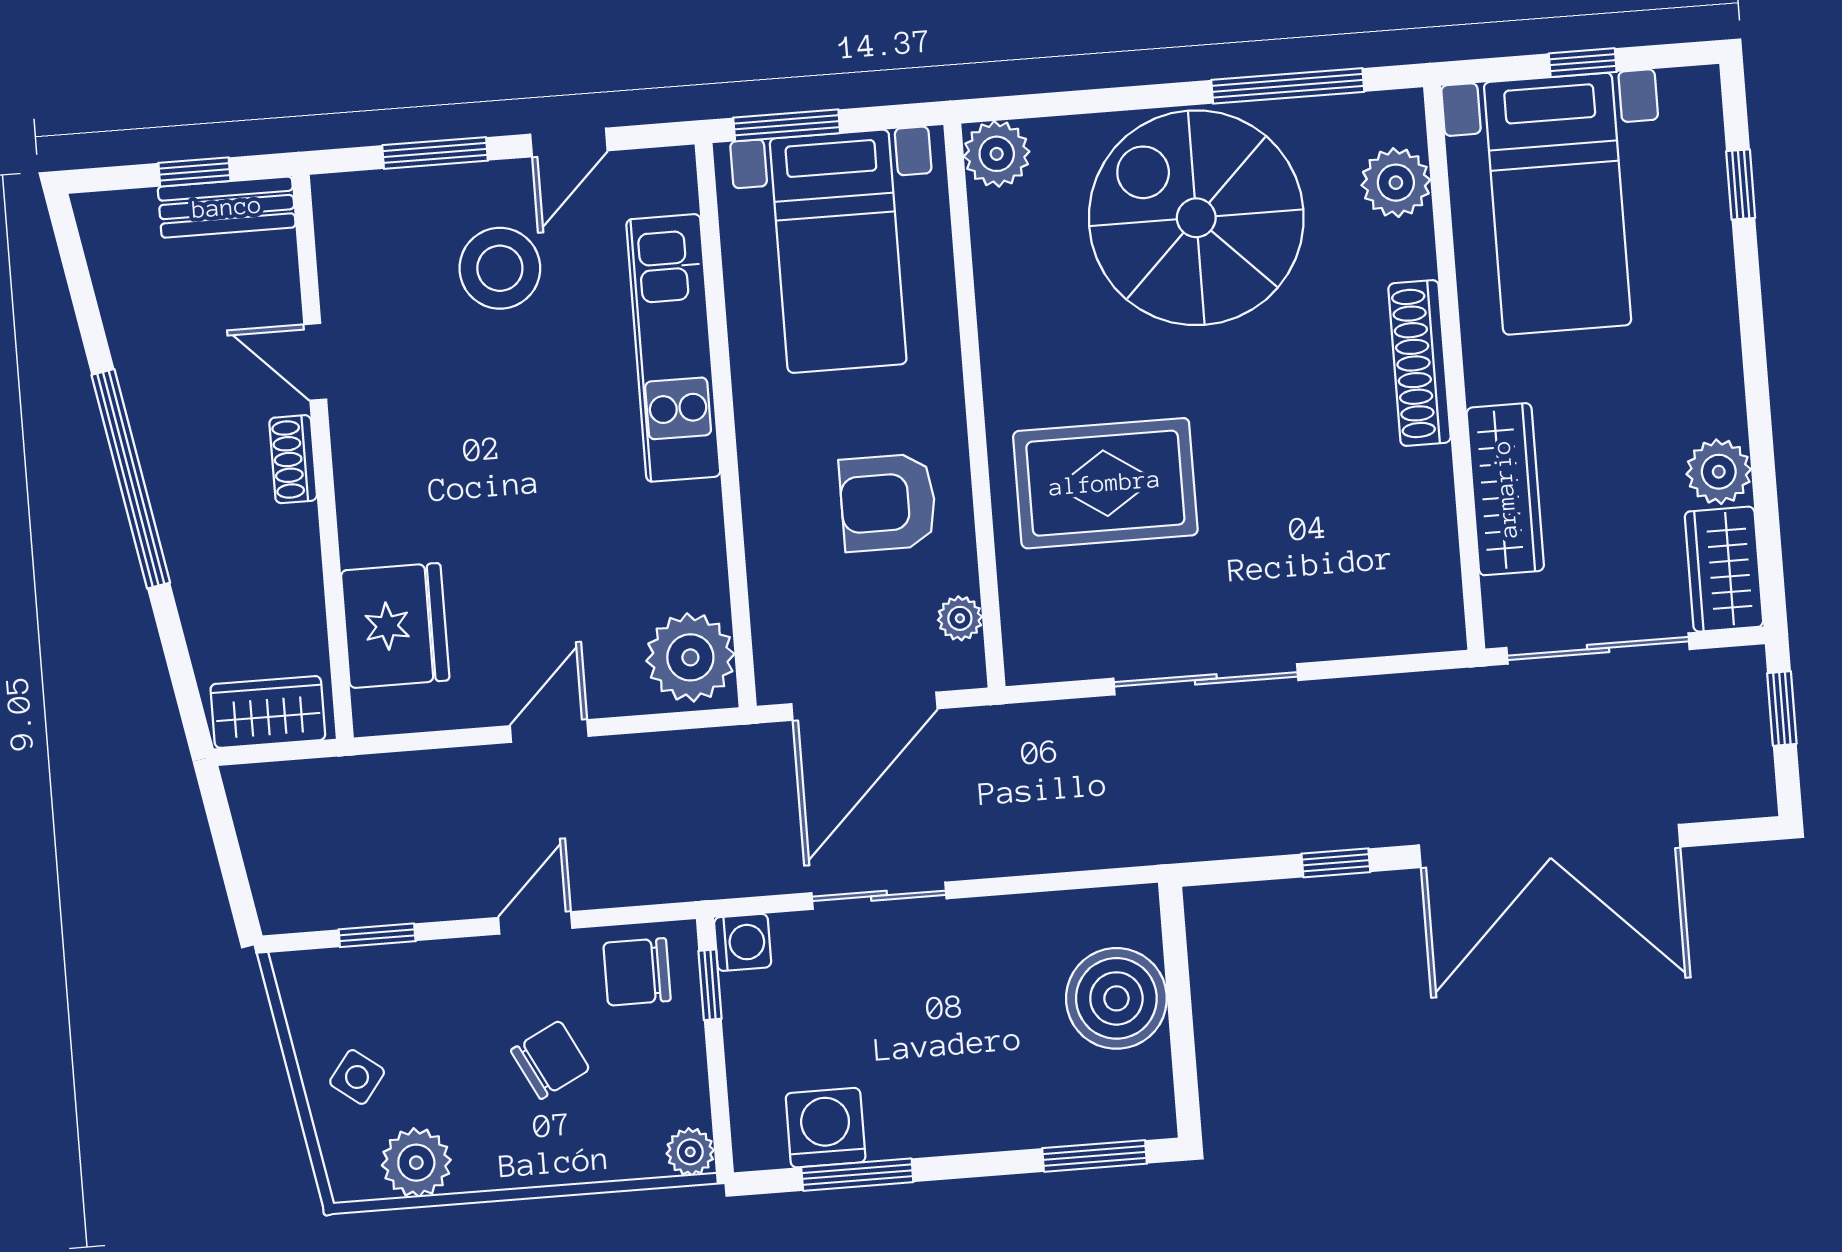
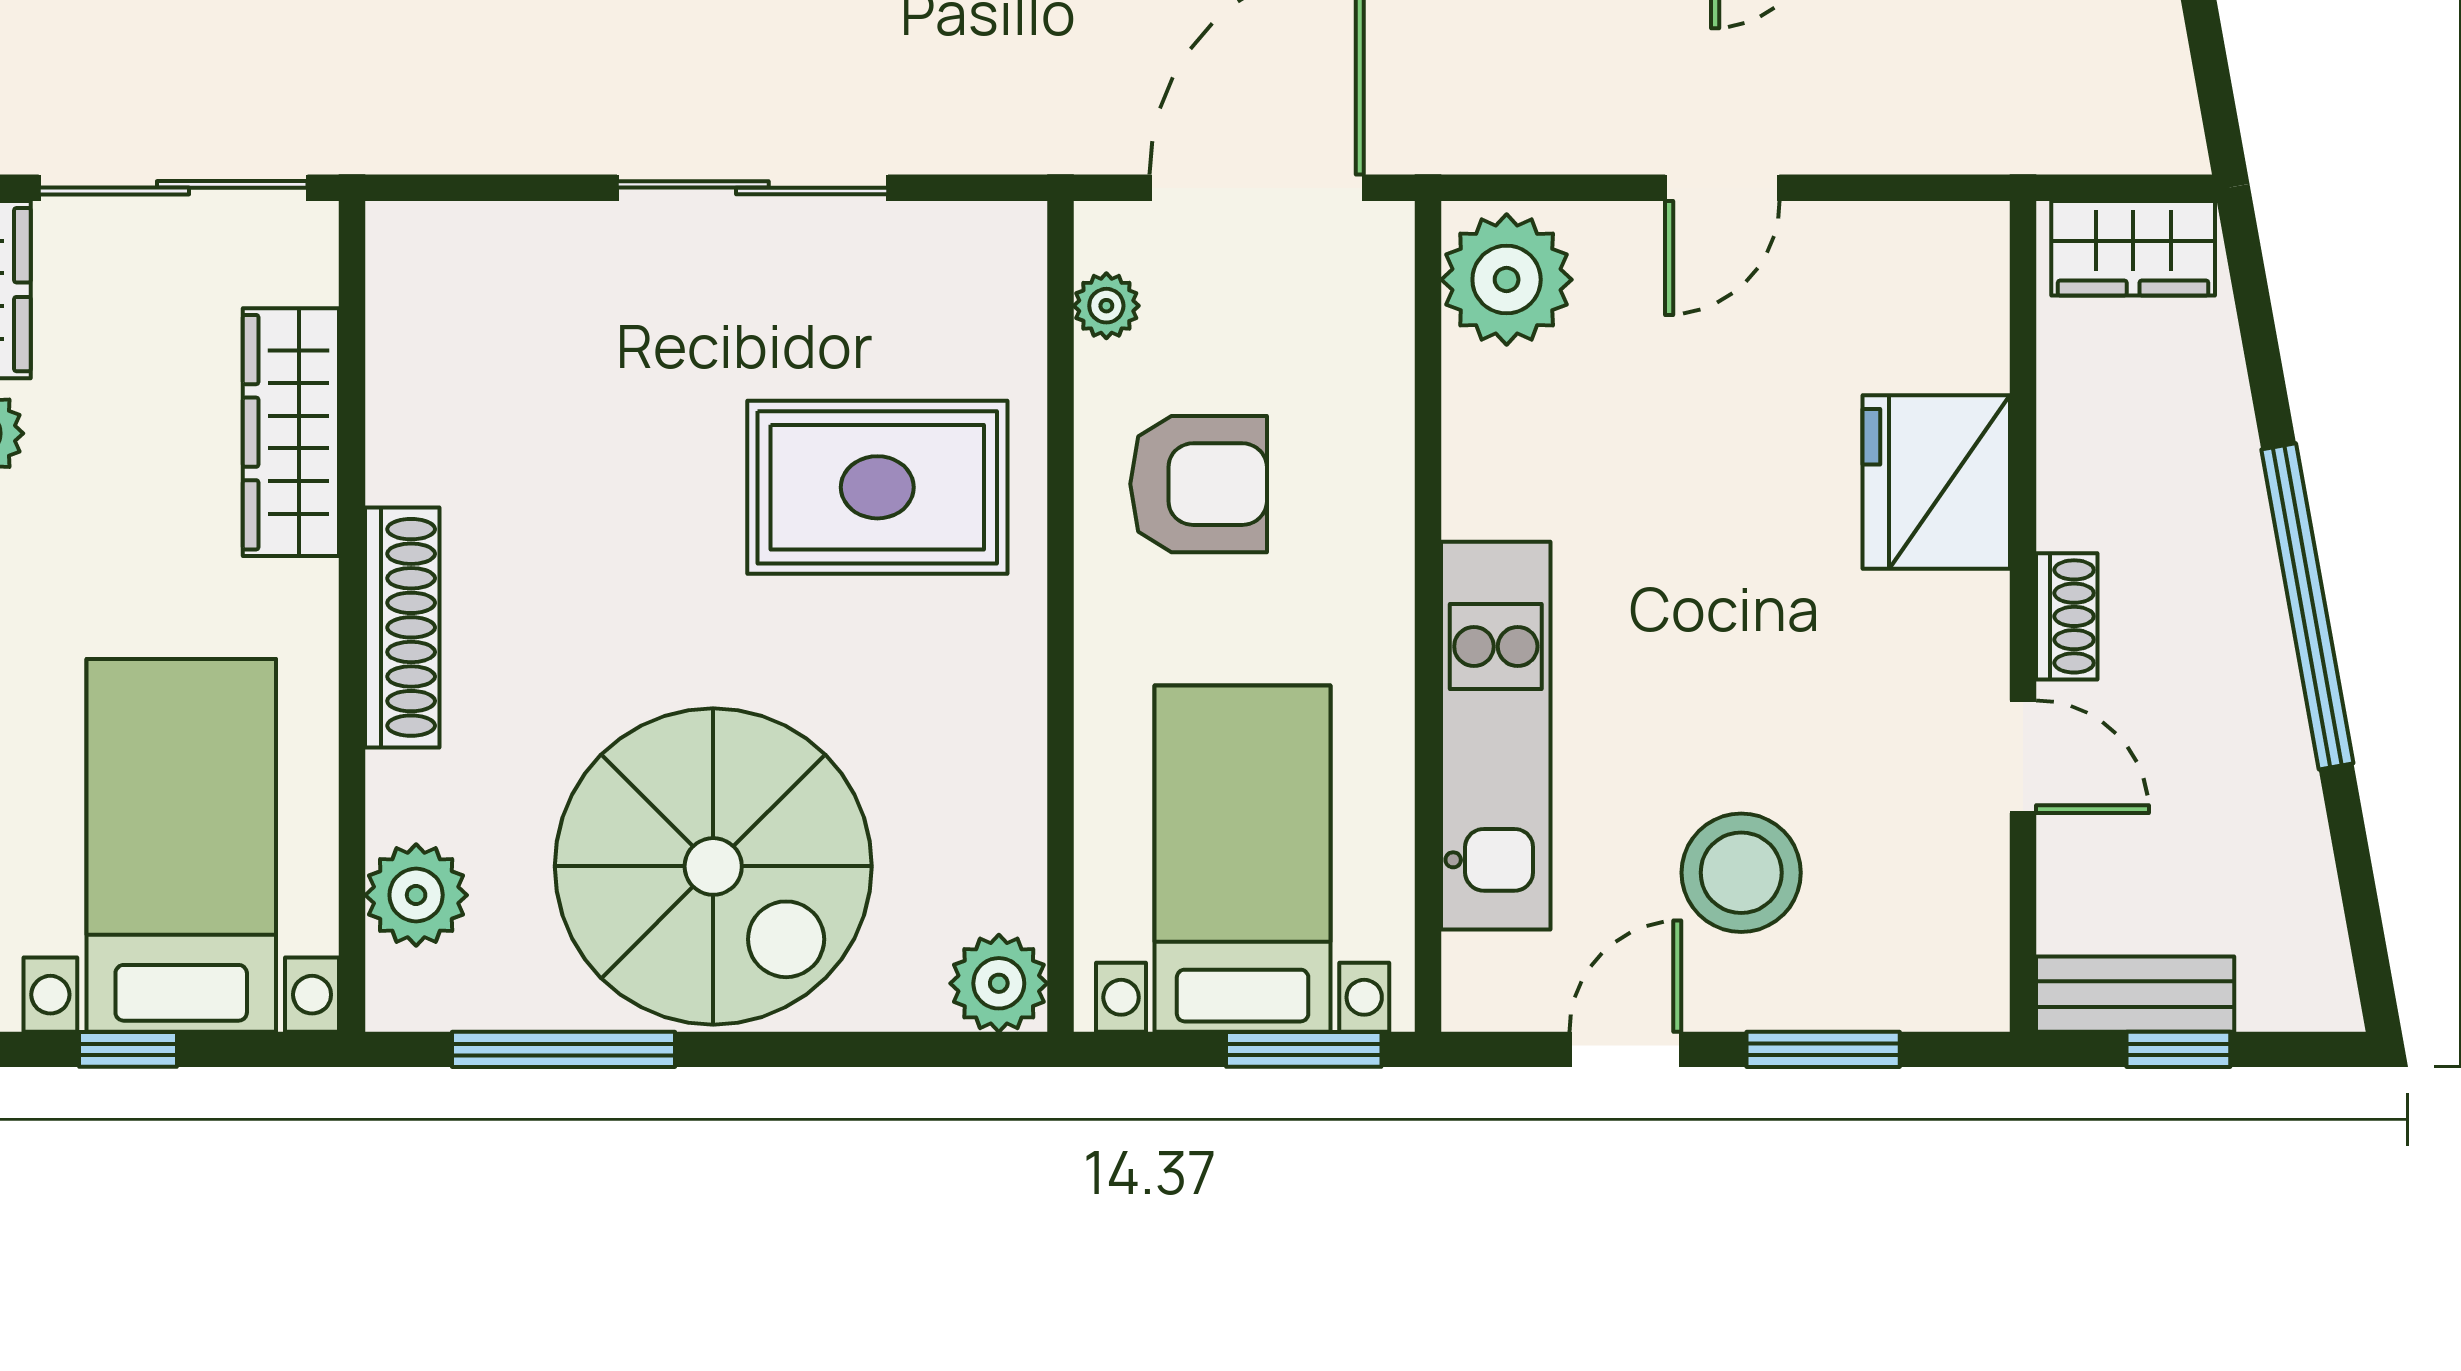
fridge: (395, 625) -> (1936, 482), moved

